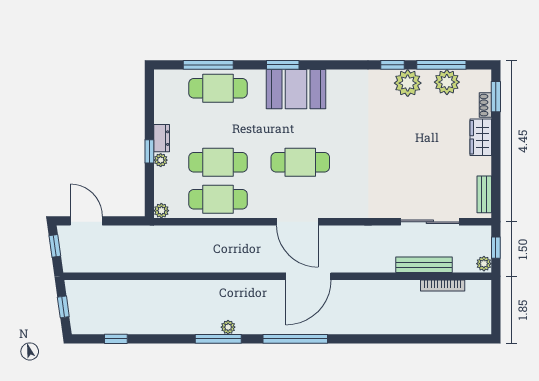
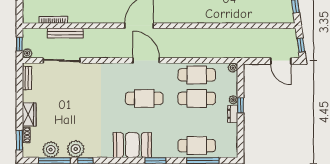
booth: (296, 89) -> (132, 145), moved
plant: (484, 264) -> (27, 53), moved

